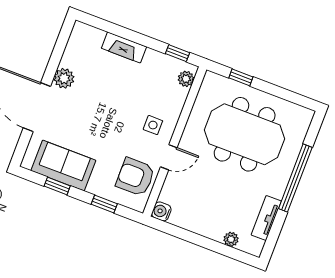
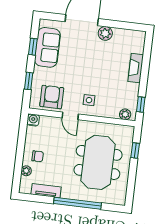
chair: (214, 218) -> (38, 156), added

